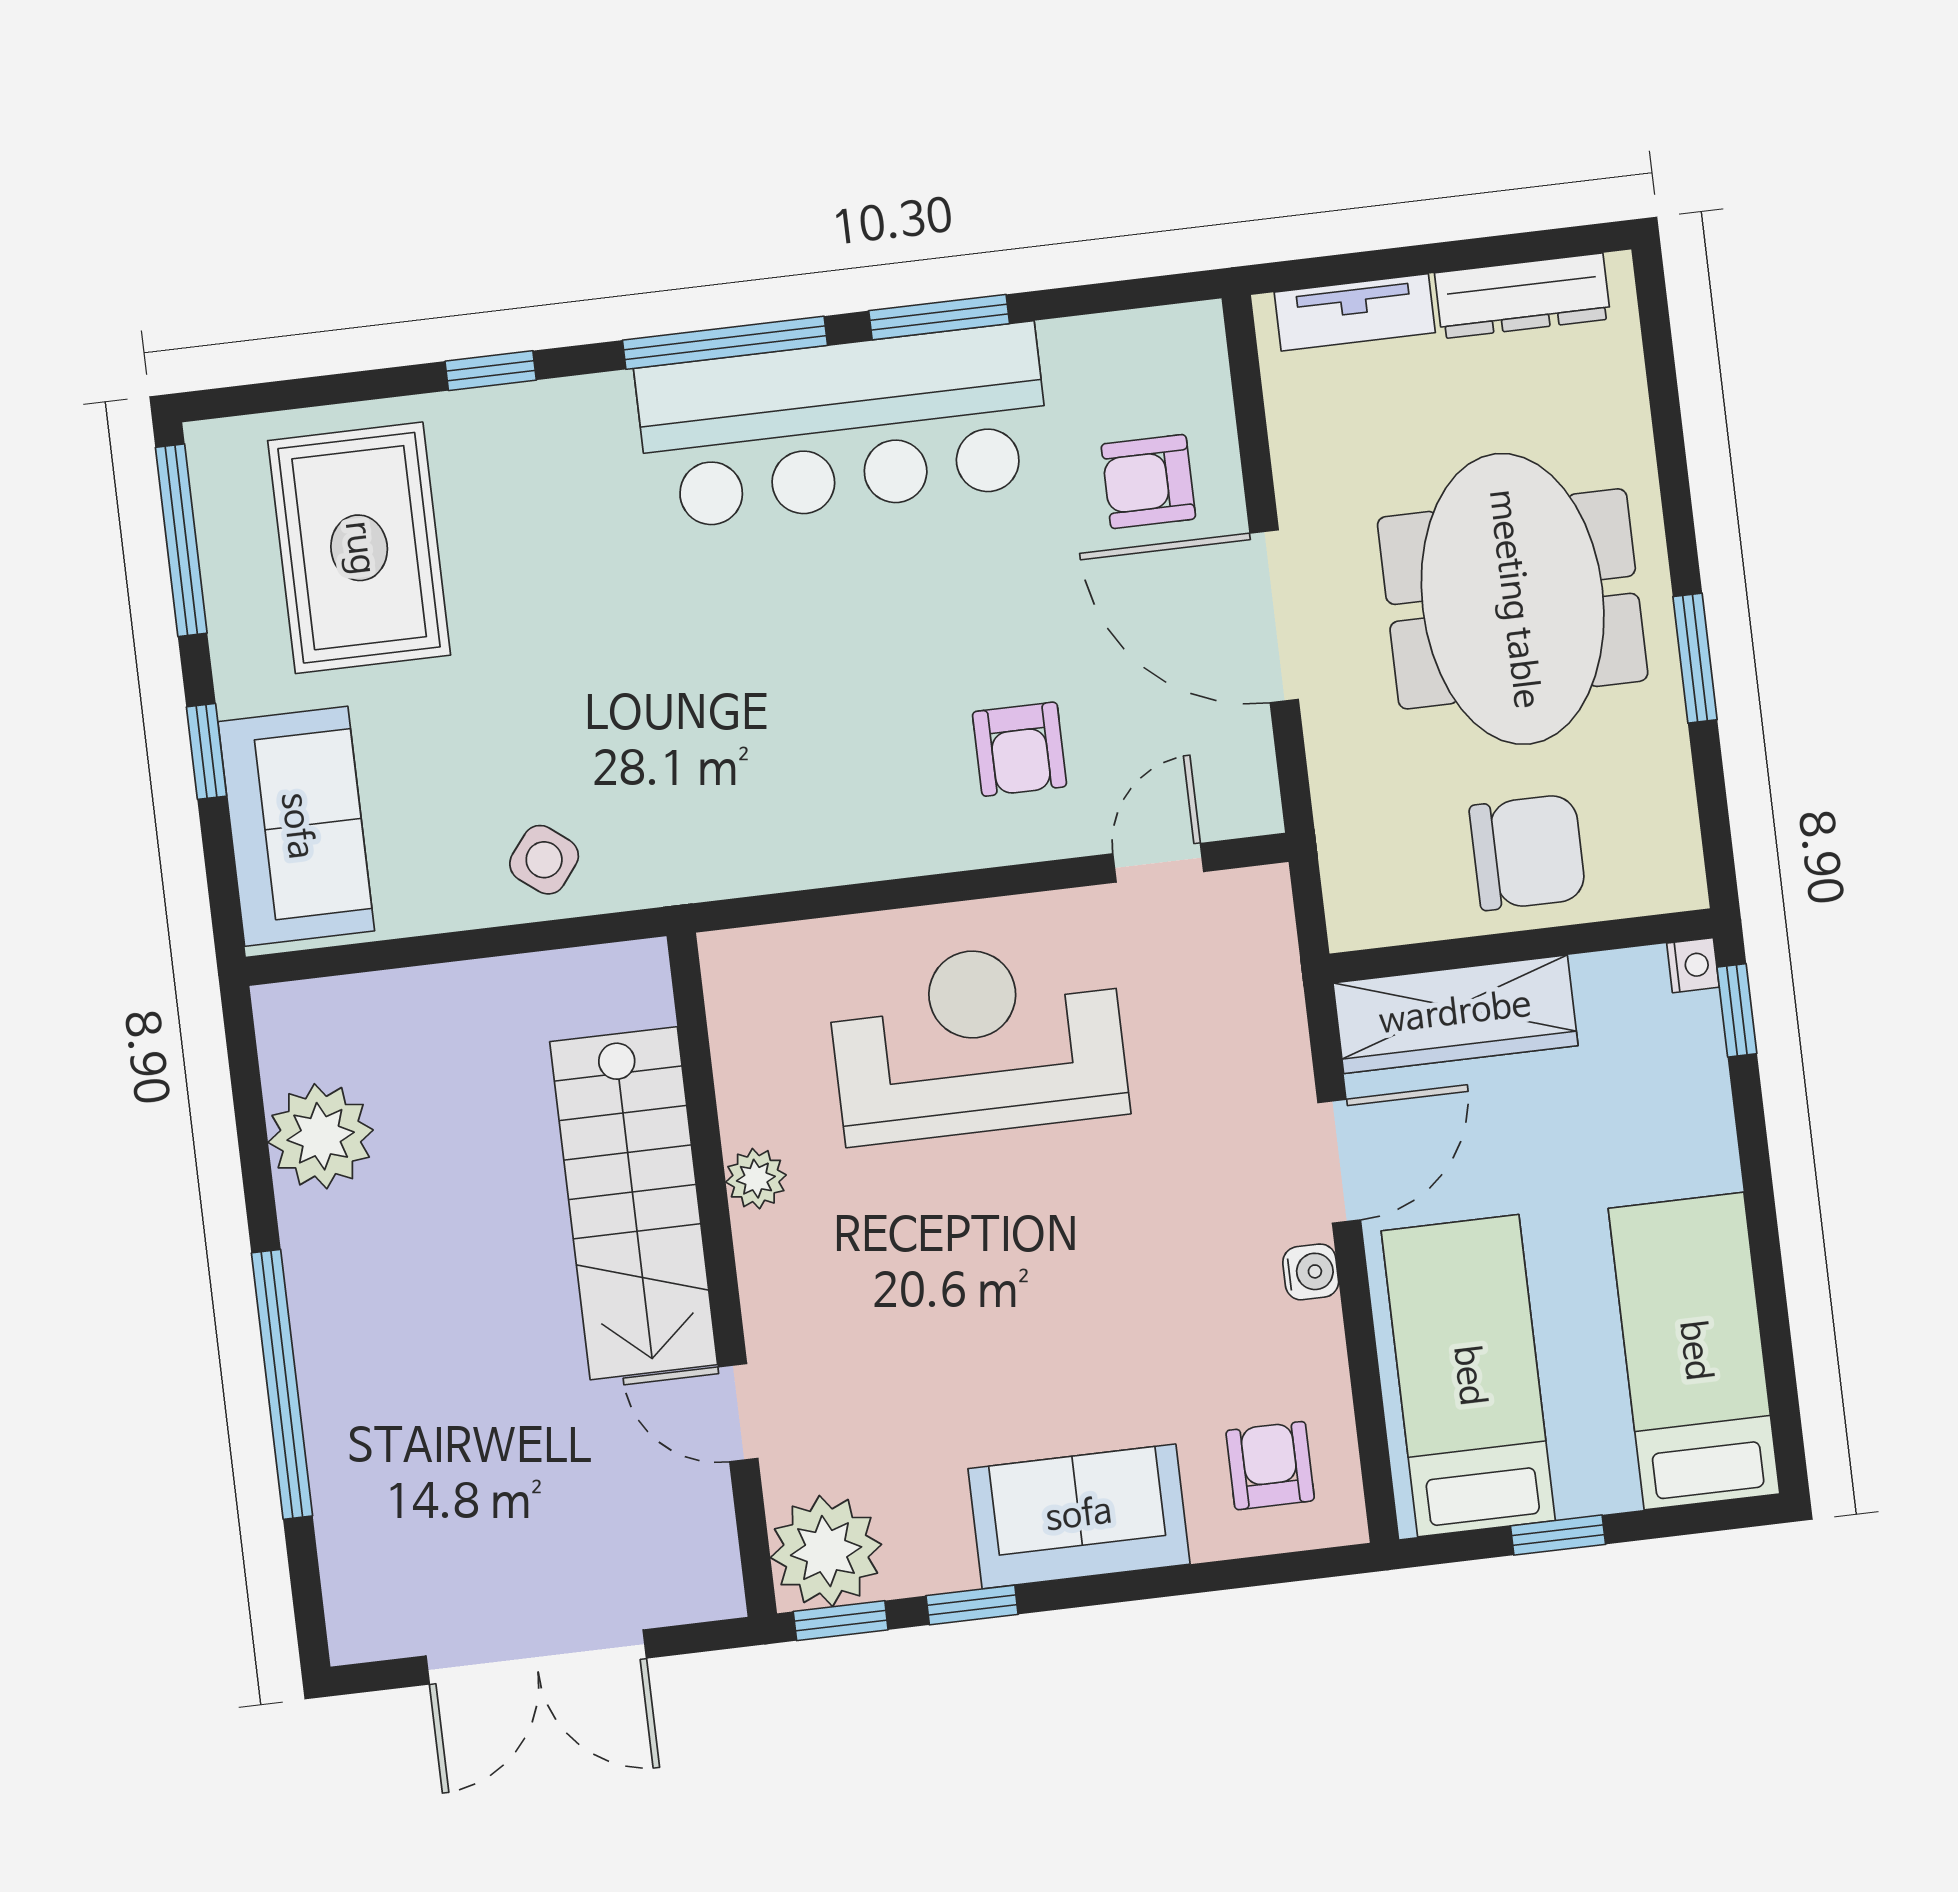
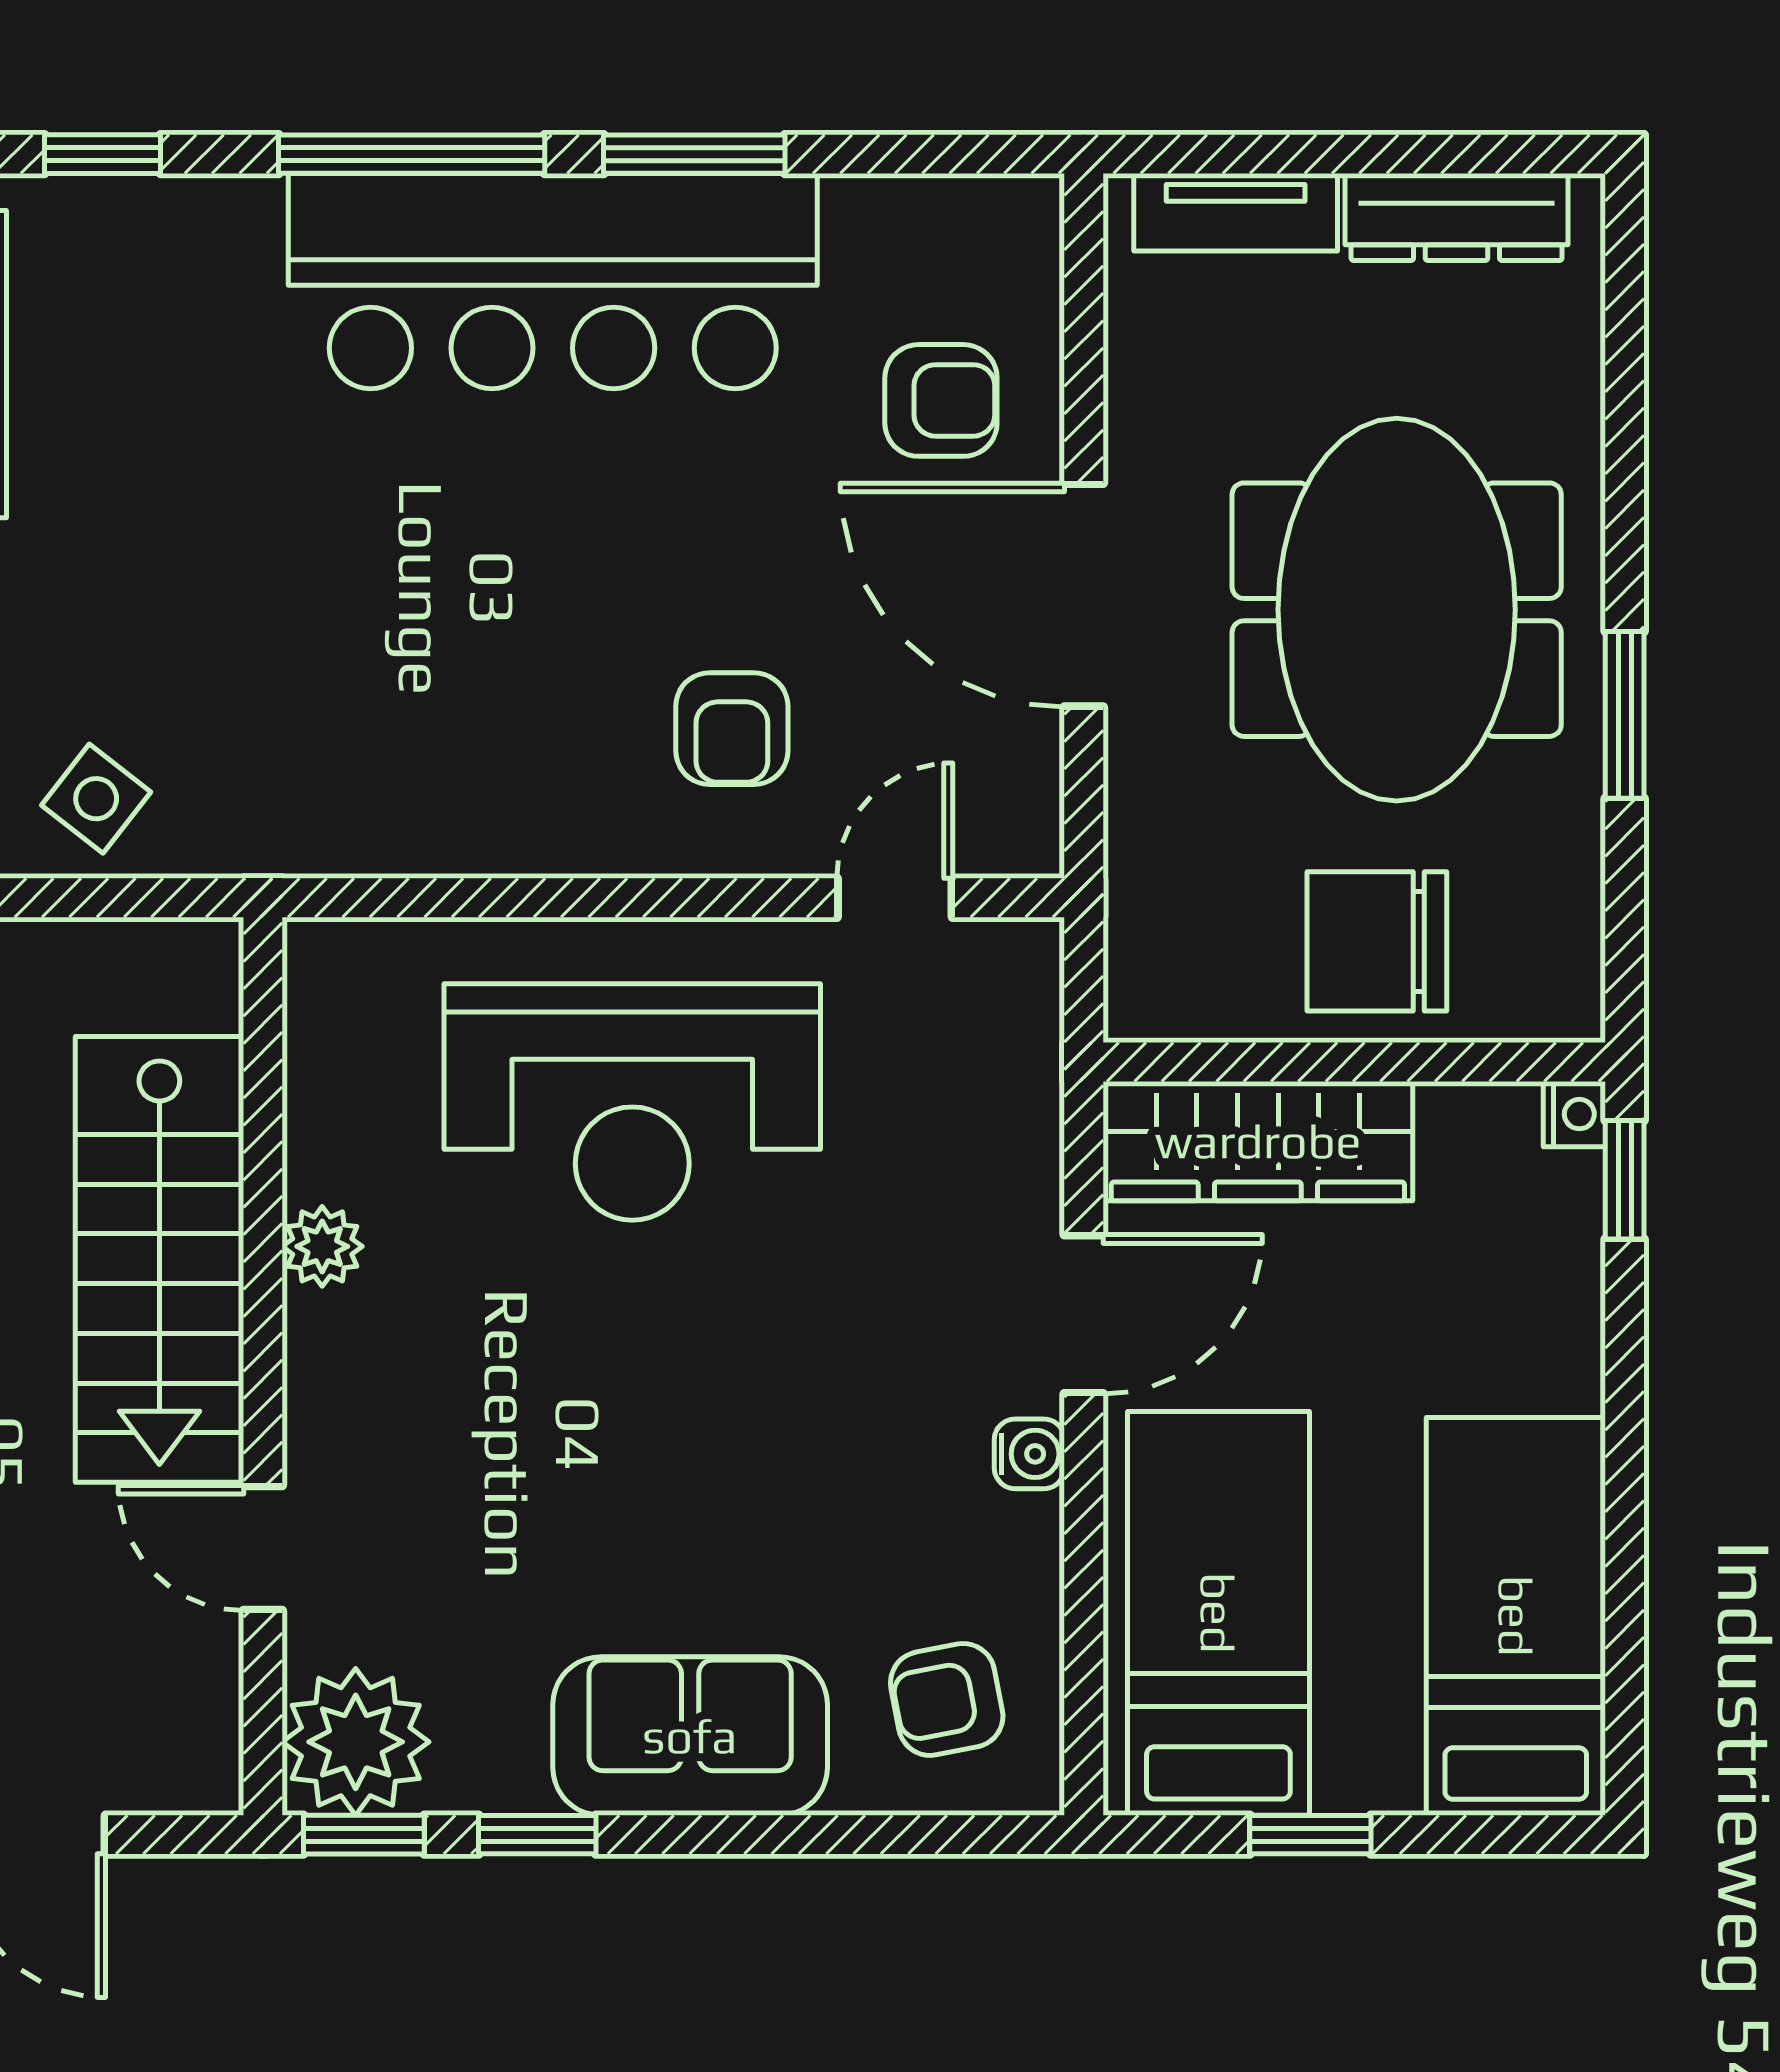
armchair: (1148, 482) -> (941, 400), turned 180
chair: (1528, 852) -> (1377, 941), turned 180
reception desk: (978, 1041) -> (632, 1102), turned 180
armchair: (1270, 1466) -> (947, 1699), turned -101

